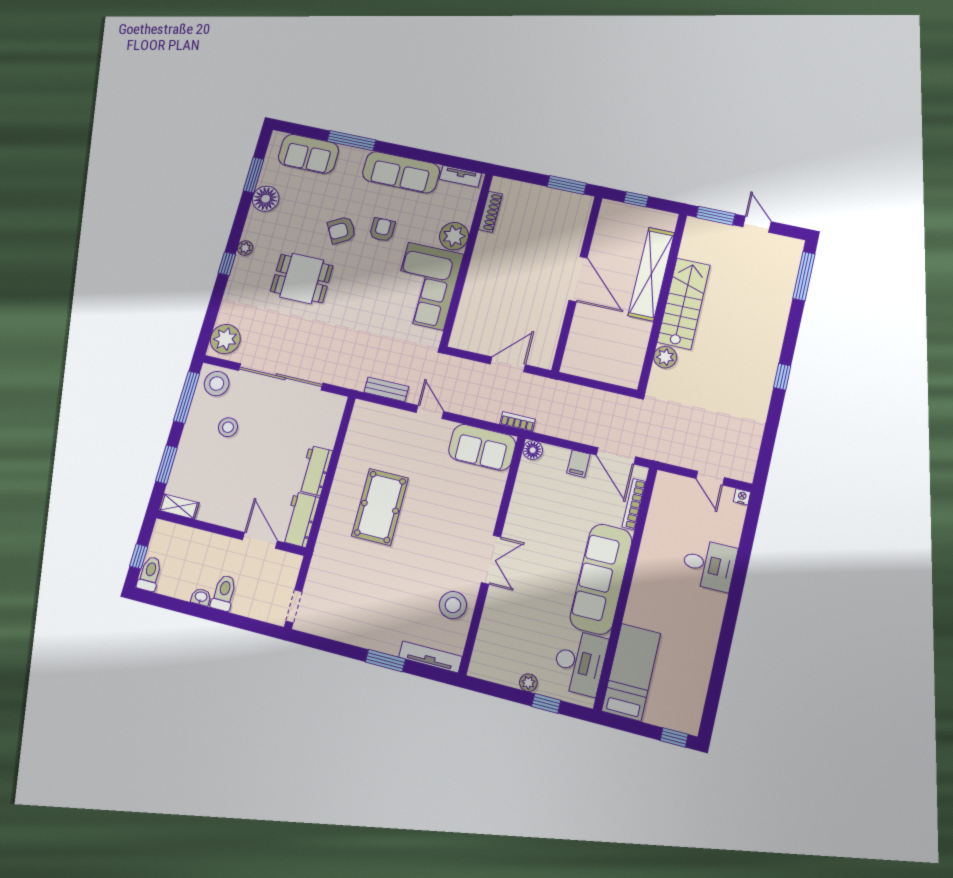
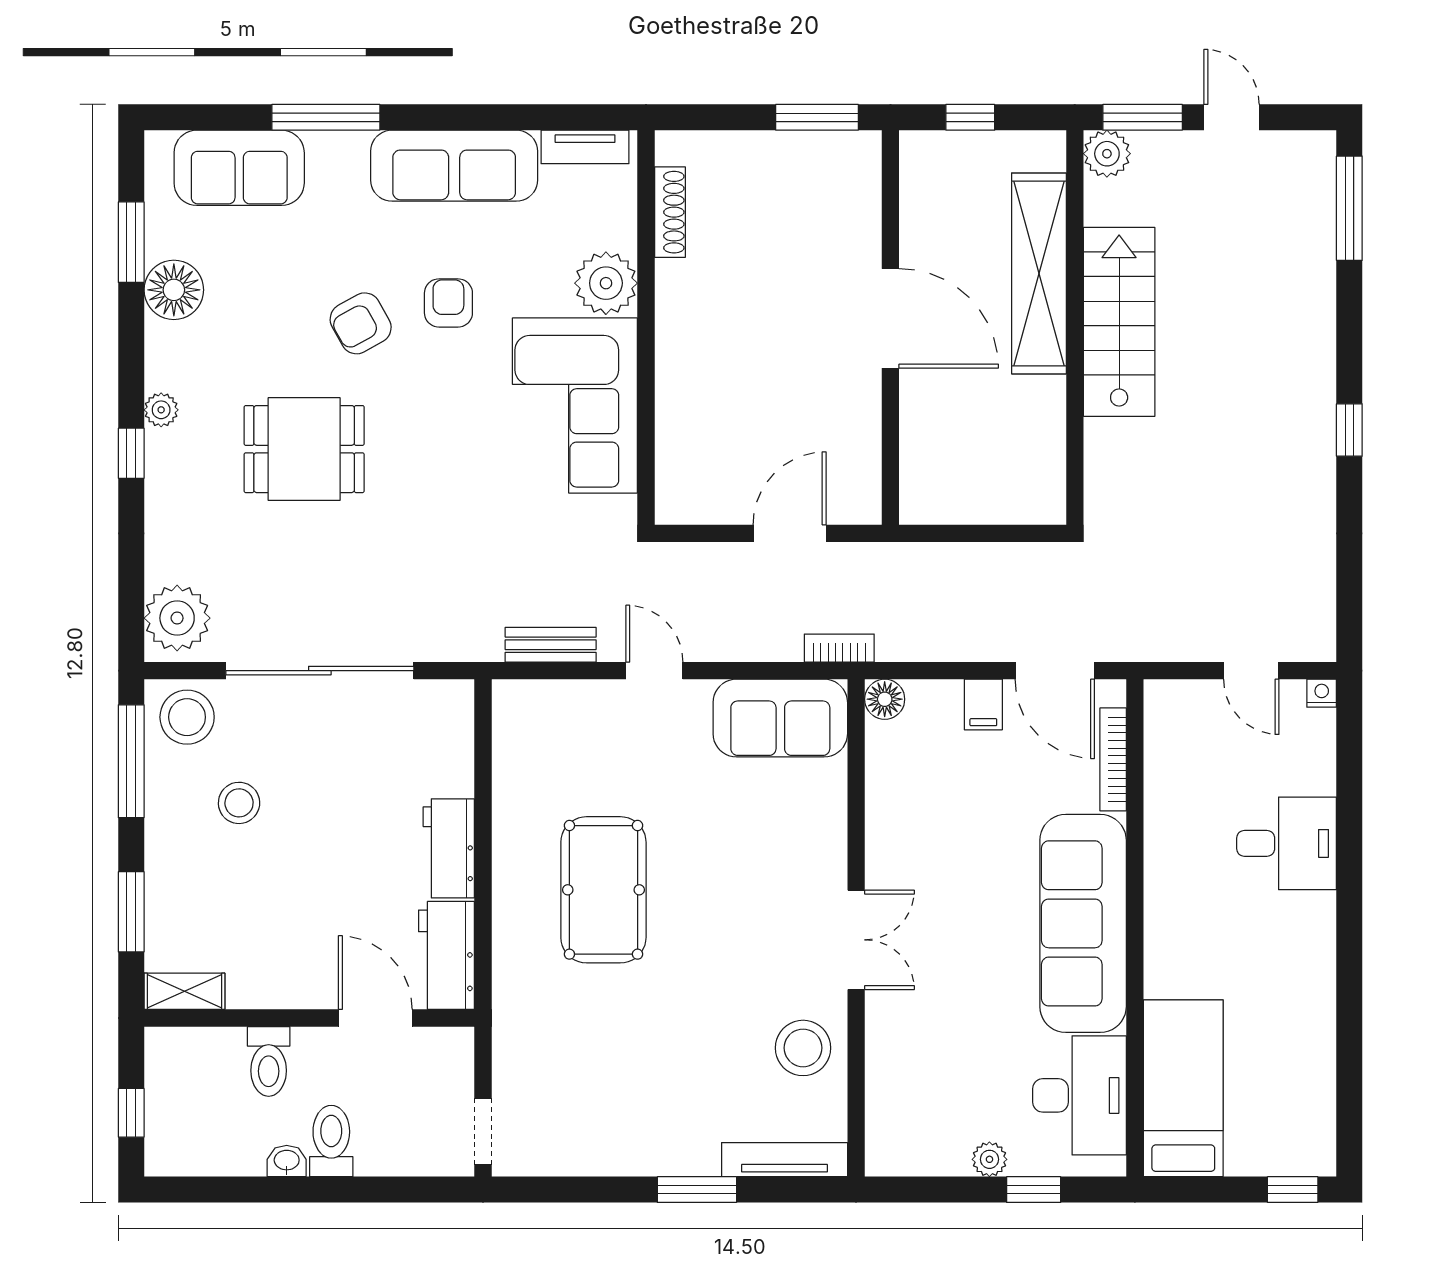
plant: (665, 357) -> (1107, 154), moved
toilet: (150, 574) -> (269, 1061), moved, turned 180

